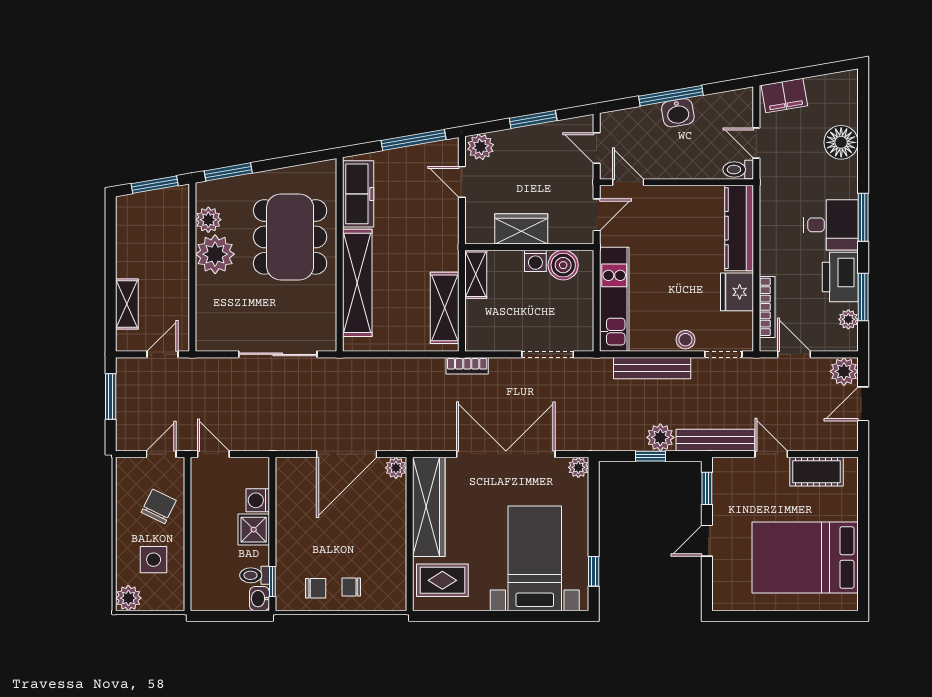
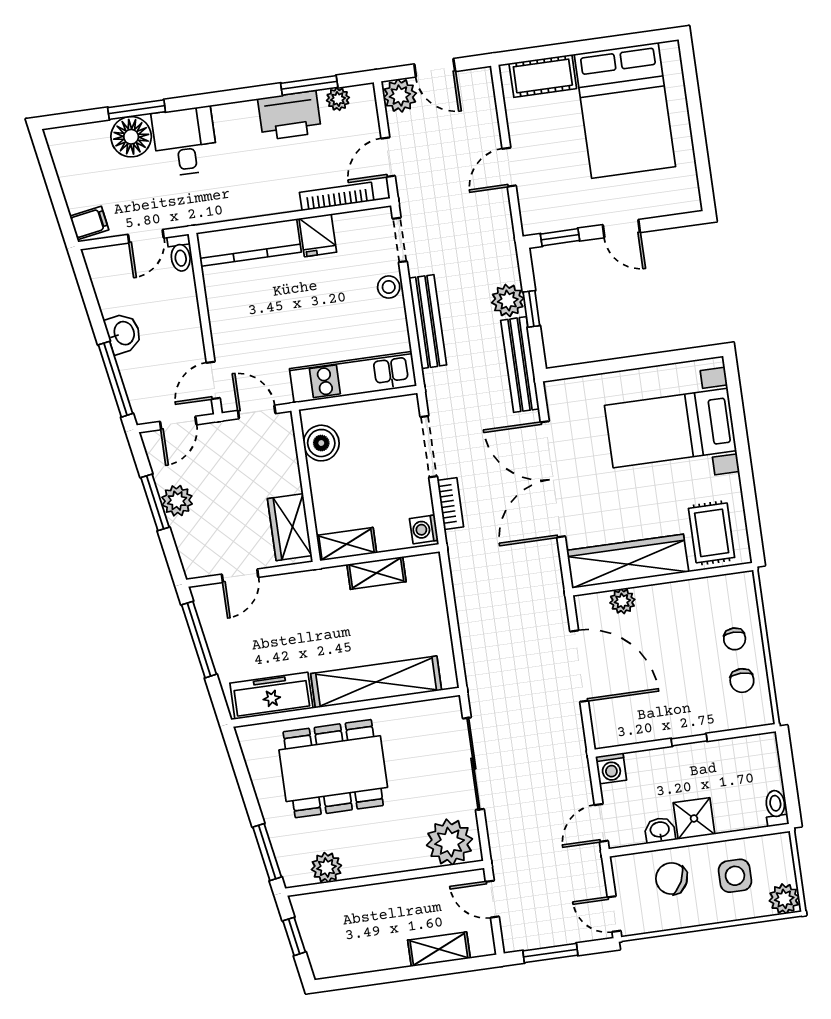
filing cabinet: (784, 95) -> (89, 223), width x0.50
window: (671, 96) -> (116, 379), moved
plant: (481, 147) -> (177, 501), moved
window: (155, 185) -> (294, 936), width x0.67
window: (863, 217) -> (137, 110), moved
desk: (831, 225) -> (185, 142), moved
wardrobe: (521, 229) -> (290, 527), moved
plant: (215, 254) -> (450, 842), moved
washing machine: (535, 261) -> (424, 529), moved, turned 180
fridge: (737, 292) -> (318, 235), width x0.72
shelving: (445, 308) -> (377, 573), width x0.67, depth x0.75
bookcase: (467, 366) -> (450, 504), moved
bench: (715, 440) -> (520, 365), moved
door: (161, 454) -> (614, 914), moved
plant: (578, 467) -> (556, 392), removed
plant: (396, 468) -> (622, 601), moved
cot: (816, 472) -> (543, 76), moved, turned 90
washing machine: (258, 500) -> (611, 768), moved
shower: (254, 530) -> (694, 818), moved
window: (594, 571) -> (676, 357), removed
toilet: (255, 575) -> (776, 808), moved, turned 180
window: (272, 581) -> (689, 740), moved
chair: (316, 588) -> (742, 681), turned 180
washbasin: (259, 599) -> (660, 830), moved, turned 180

